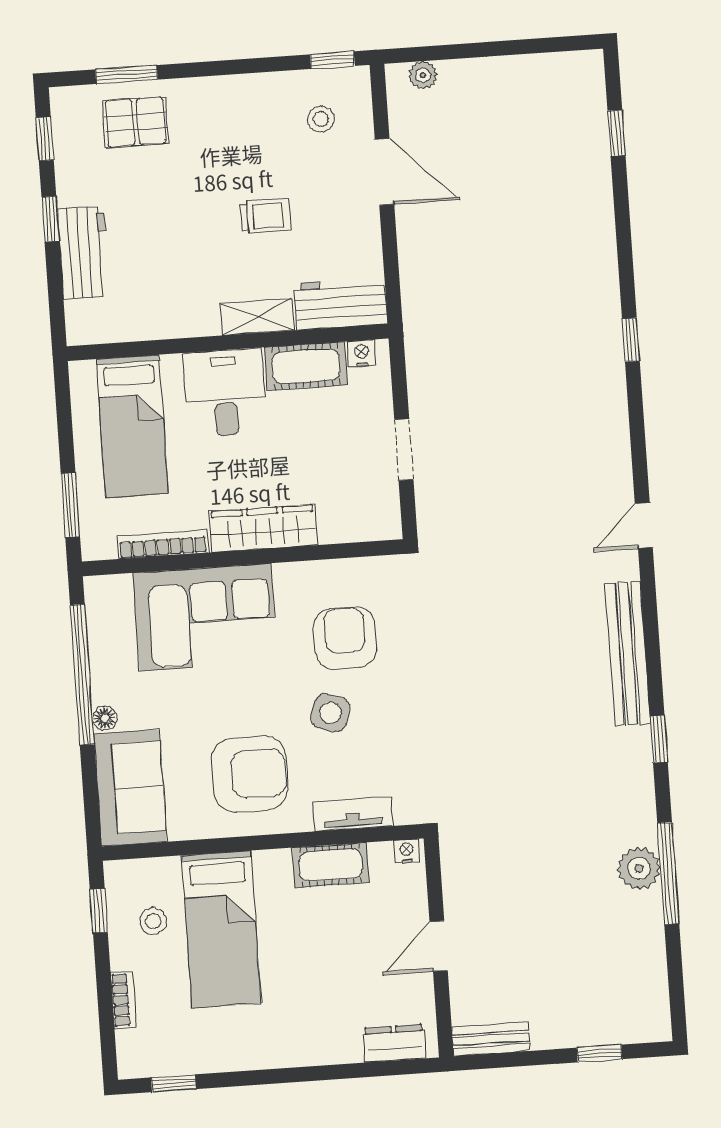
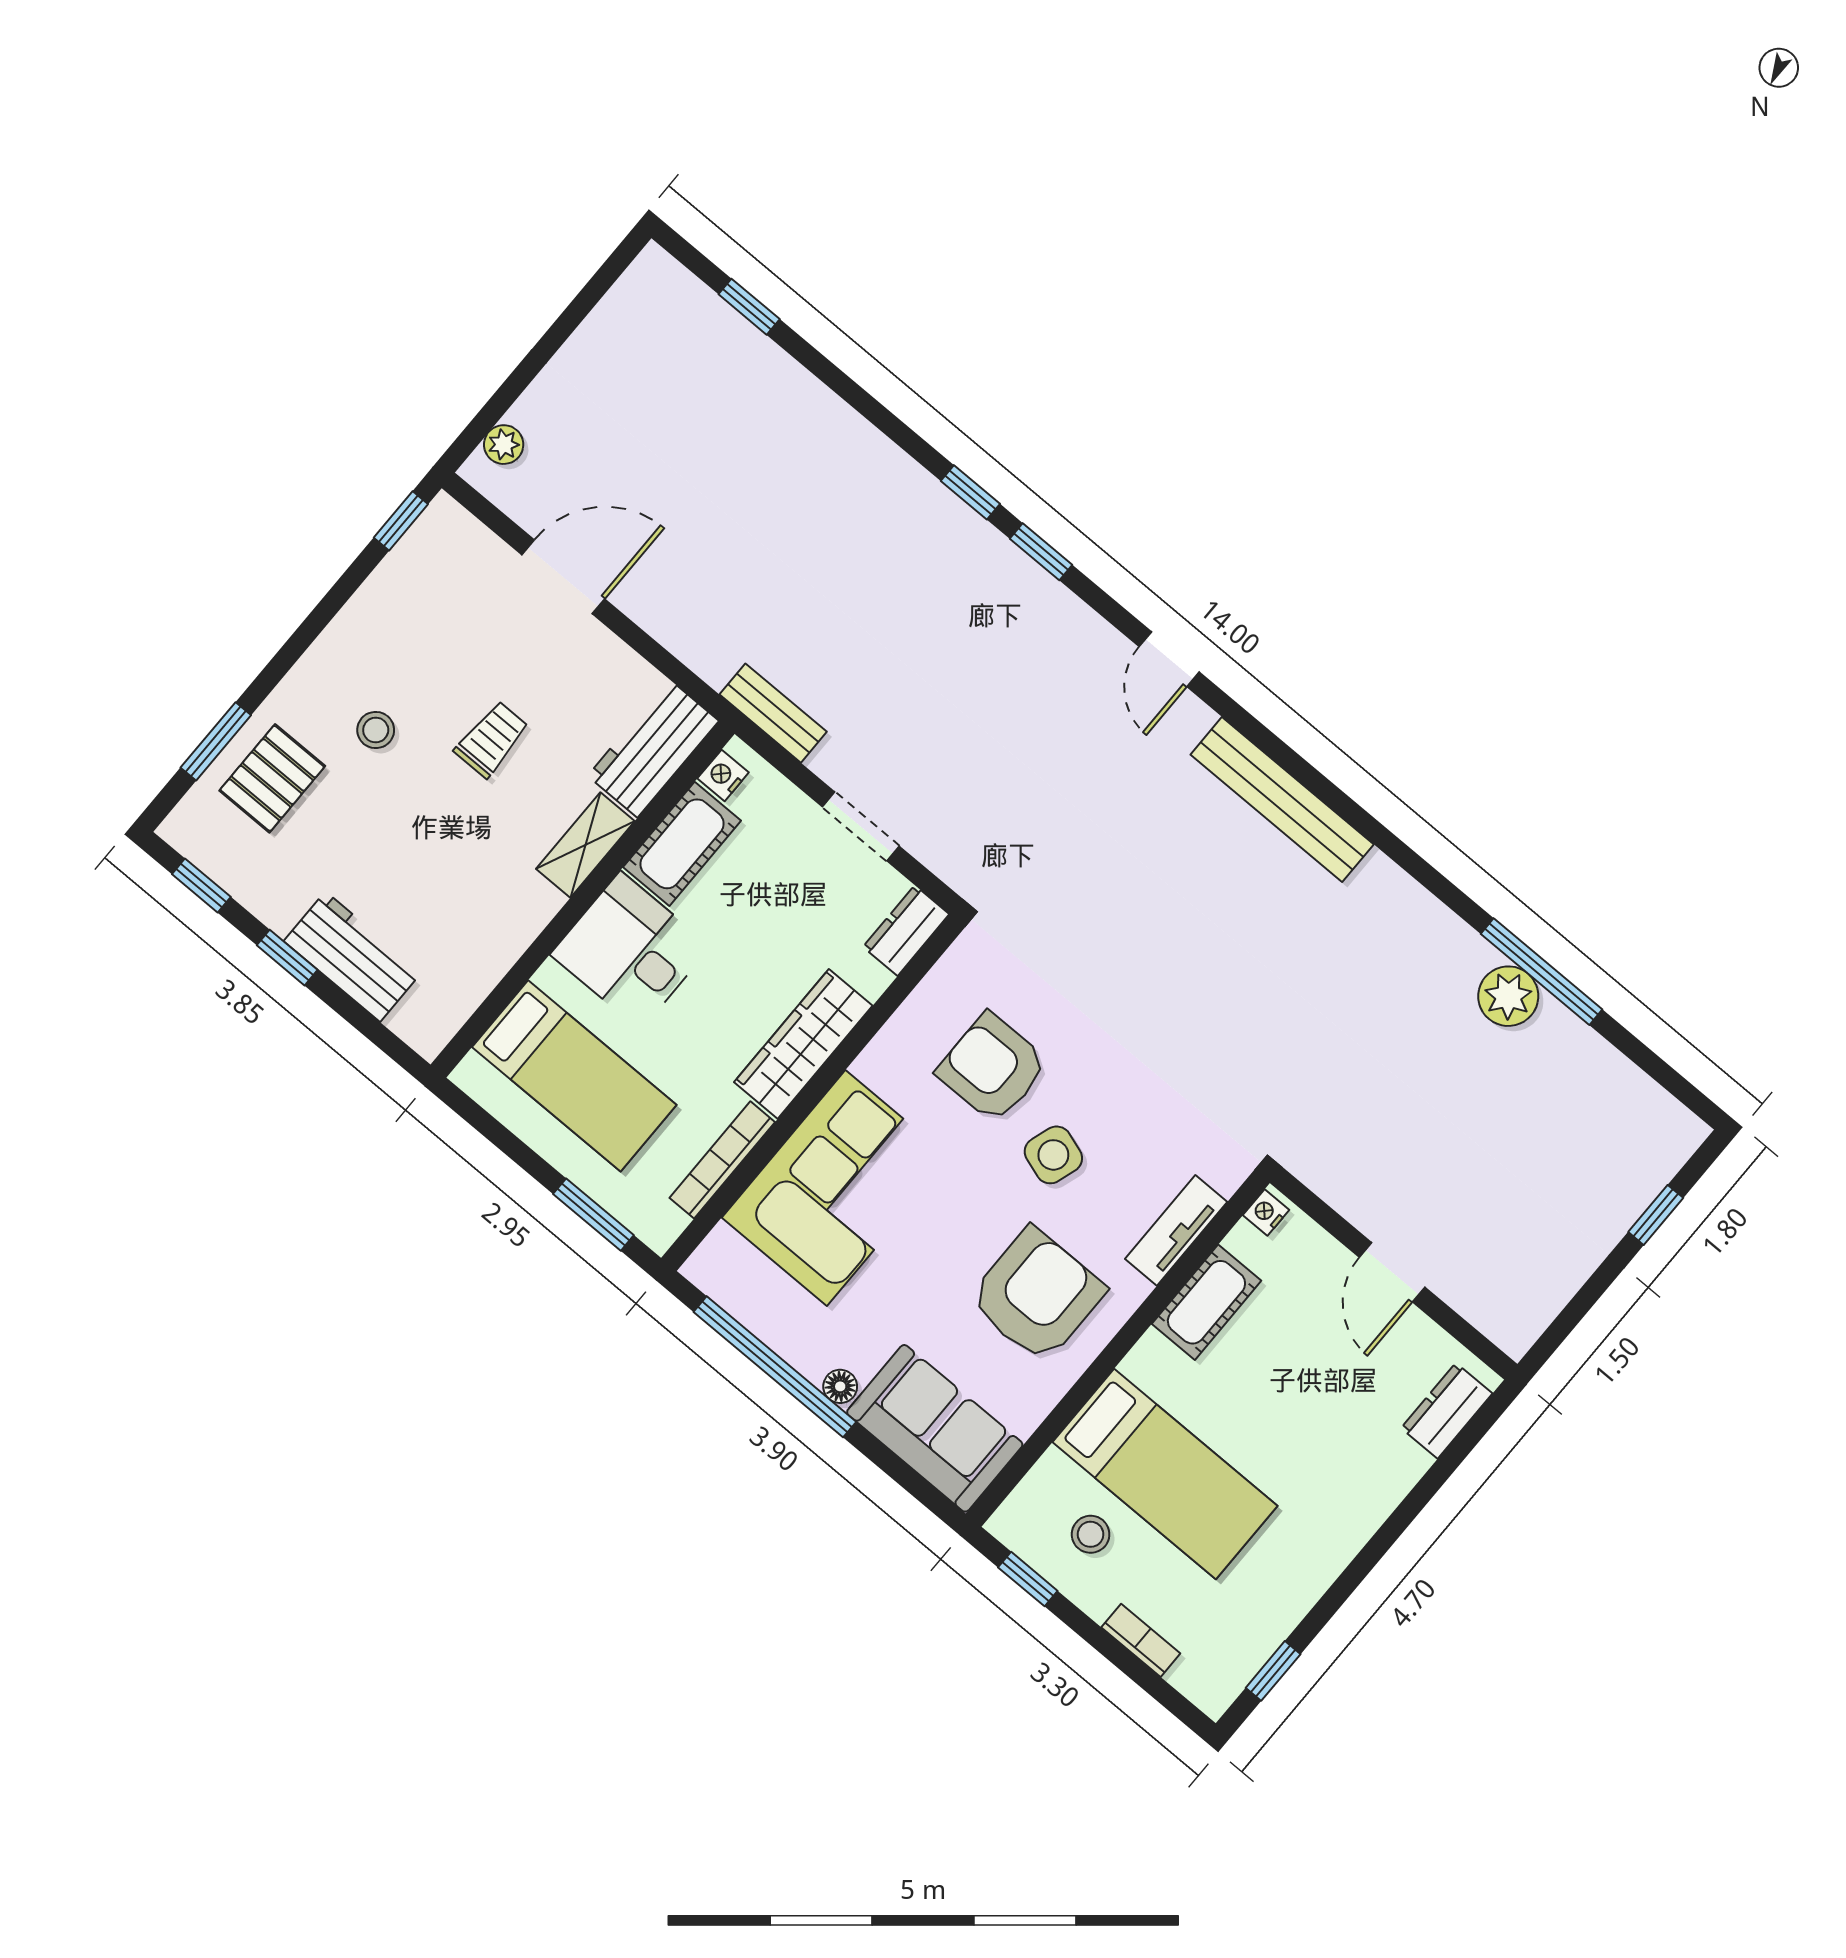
stool: (321, 119) -> (376, 730), moved
dresser: (373, 525) -> (906, 931), added
window: (659, 739) -> (1041, 552), moved
bench: (491, 1039) -> (773, 713), moved, turned 90

